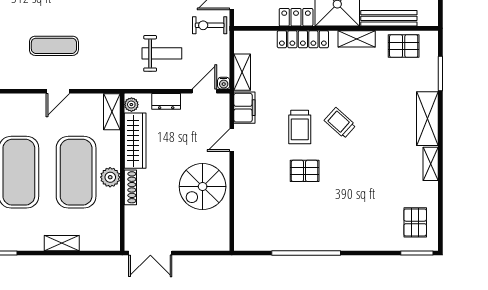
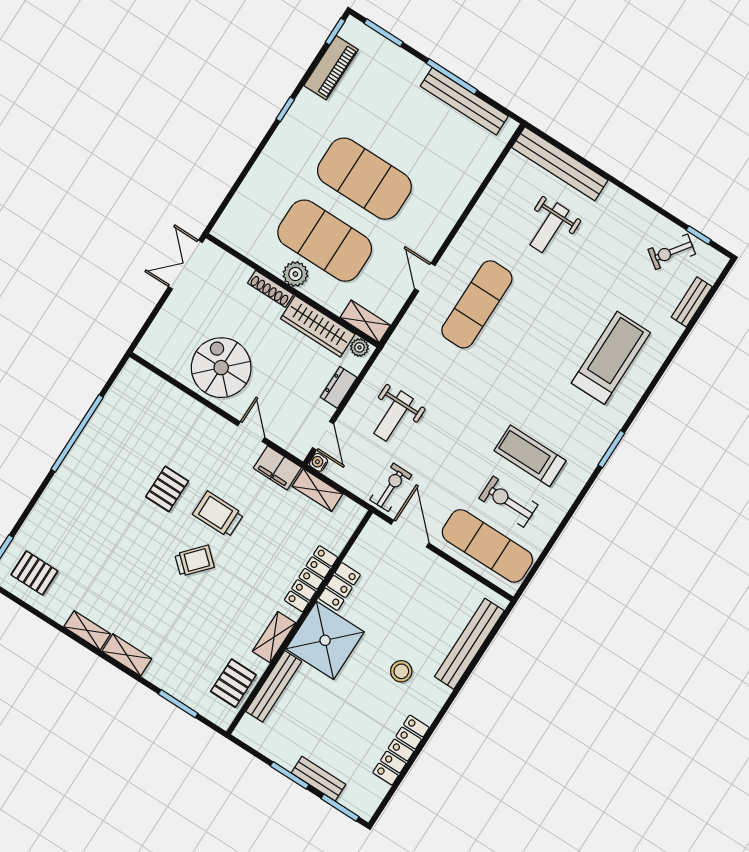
exercise mat: (54, 46) -> (477, 304), width x1.36, depth x1.45
shelving: (427, 119) -> (127, 655), width x0.67, depth x0.75
shelving: (62, 243) -> (258, 176), removed

